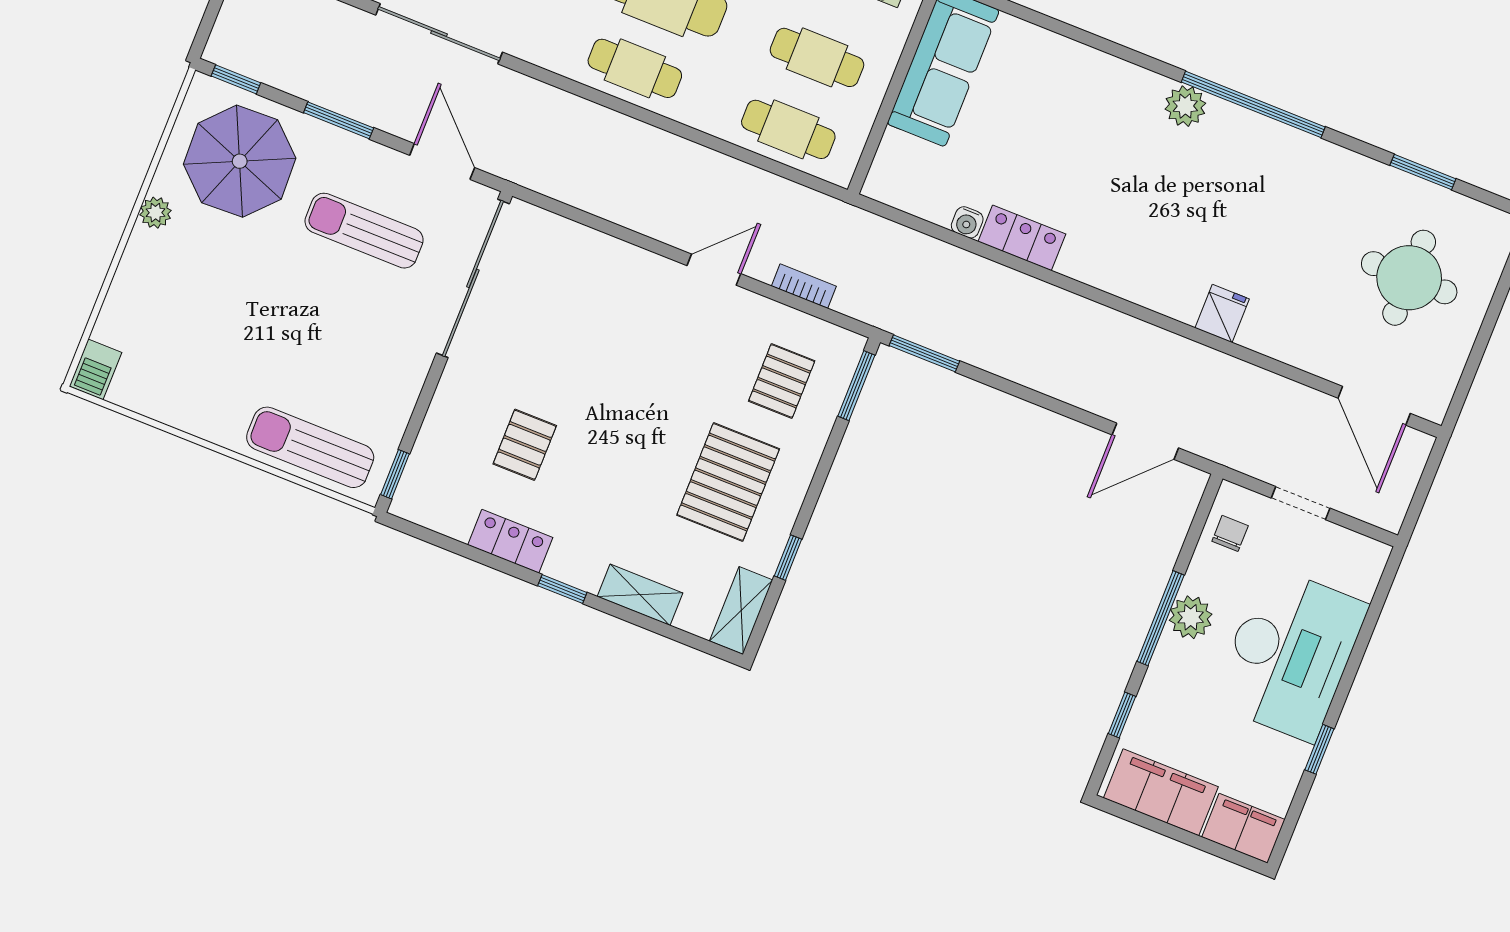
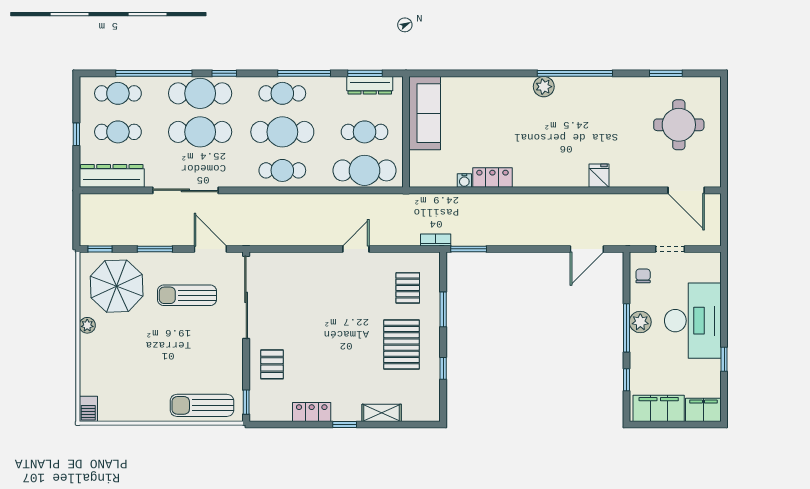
cafe table: (788, 129) -> (365, 170), width x1.37, depth x1.35
bookcase: (804, 286) -> (436, 240), moved
window: (856, 386) -> (443, 309), moved
pallet: (525, 445) -> (272, 364), moved
shelving: (741, 611) -> (431, 402), removed

